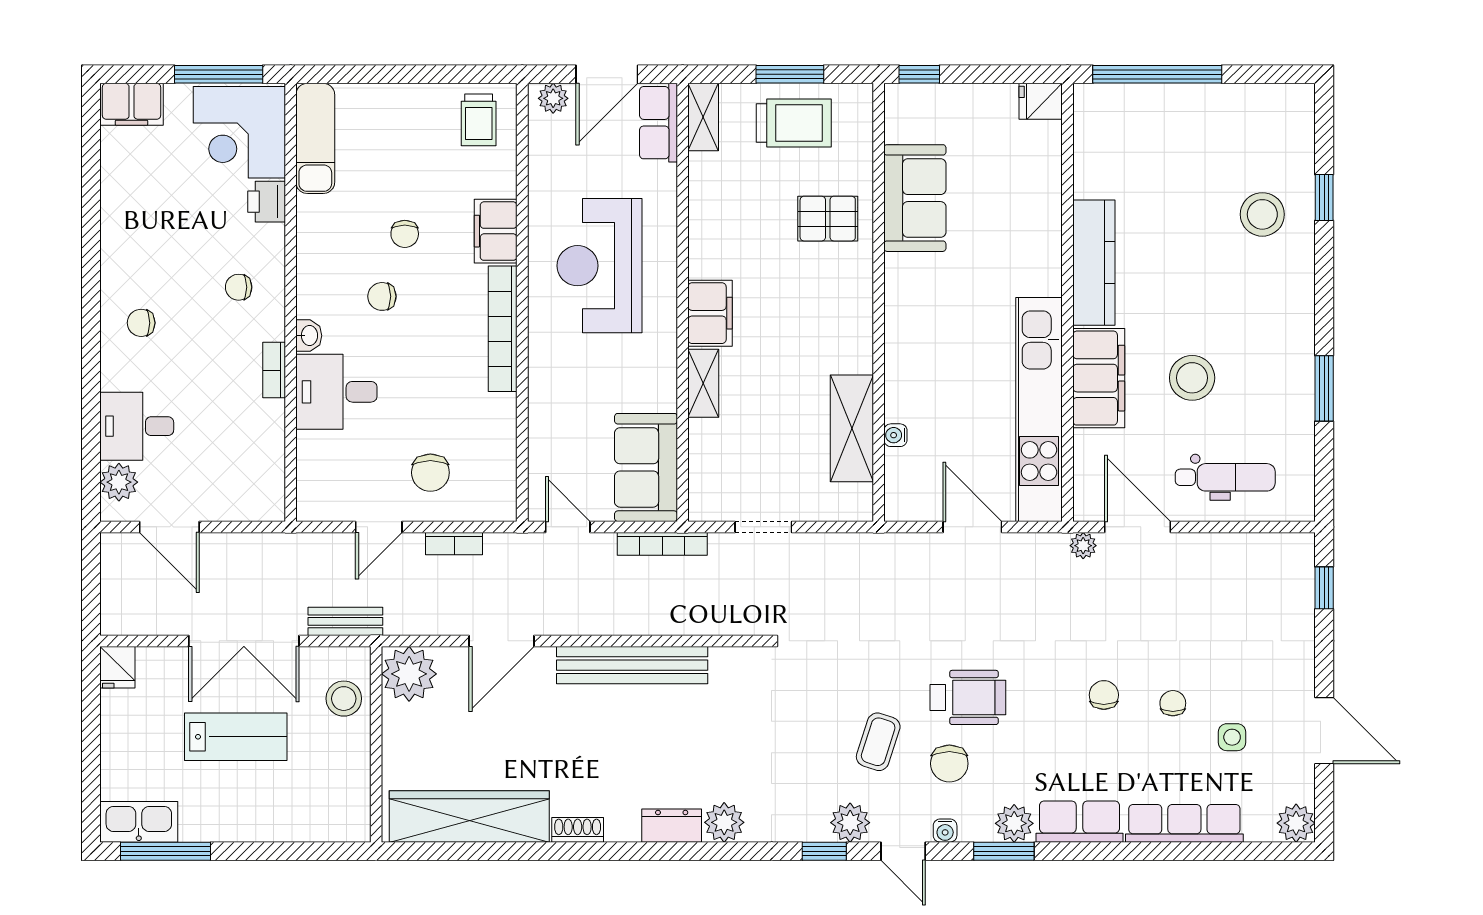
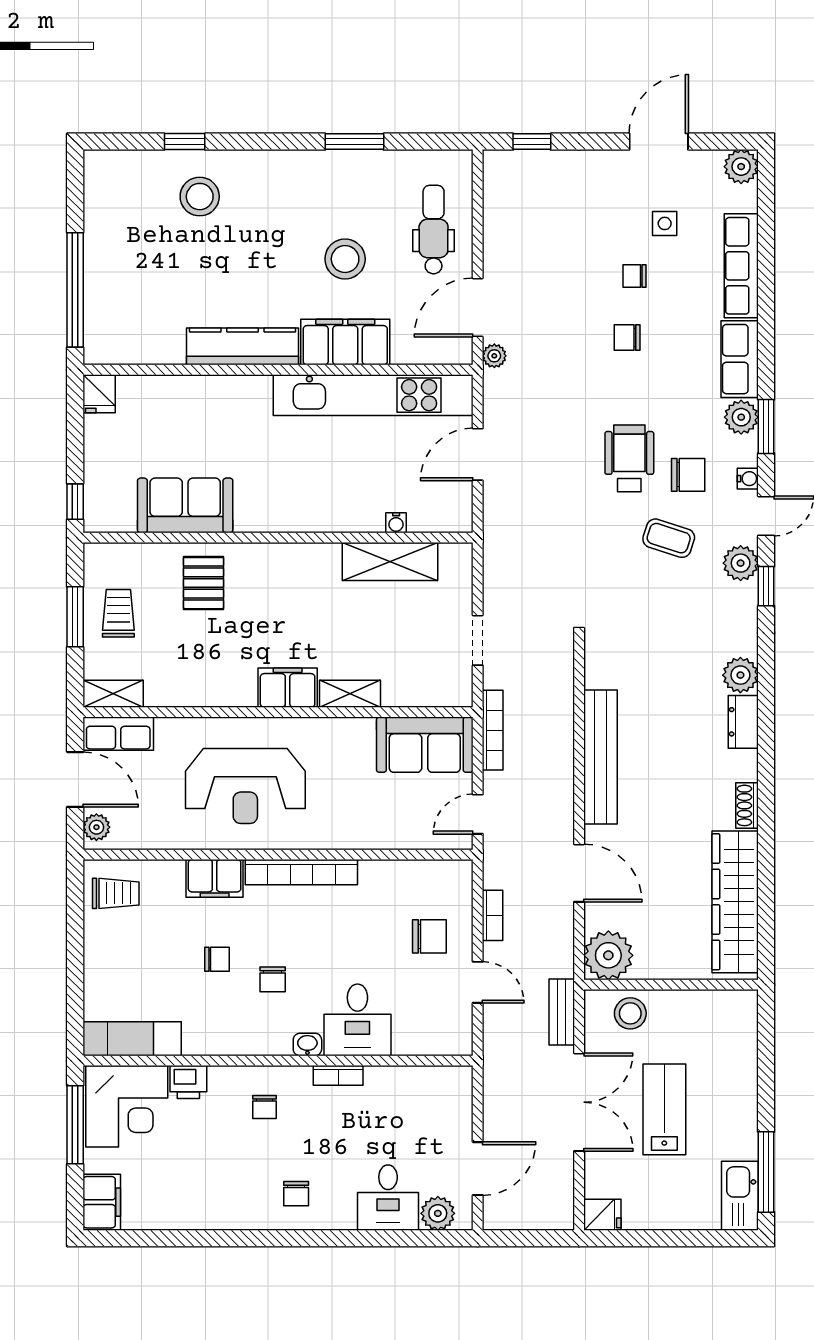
trolley: (794, 123) -> (118, 613), width x0.73, depth x0.72

